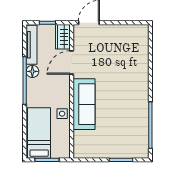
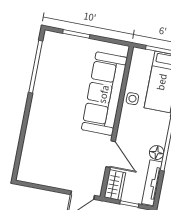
door: (72, 63) -> (111, 154), hinge flipped
sofa: (84, 104) -> (104, 94), width x1.36, depth x1.27

